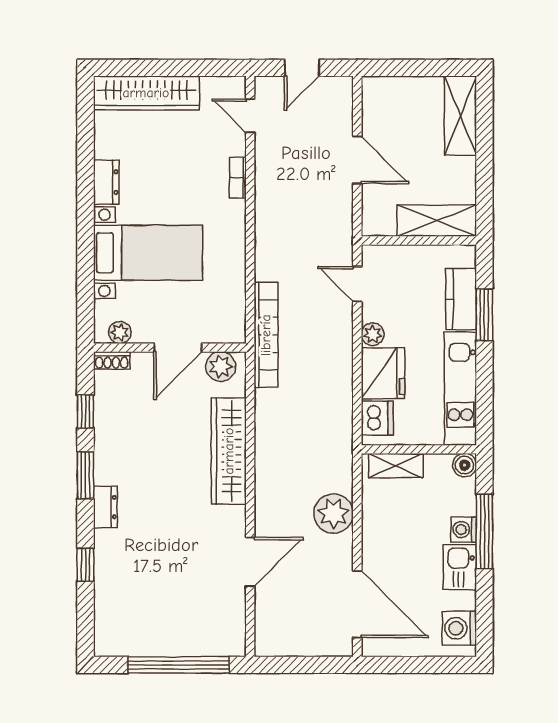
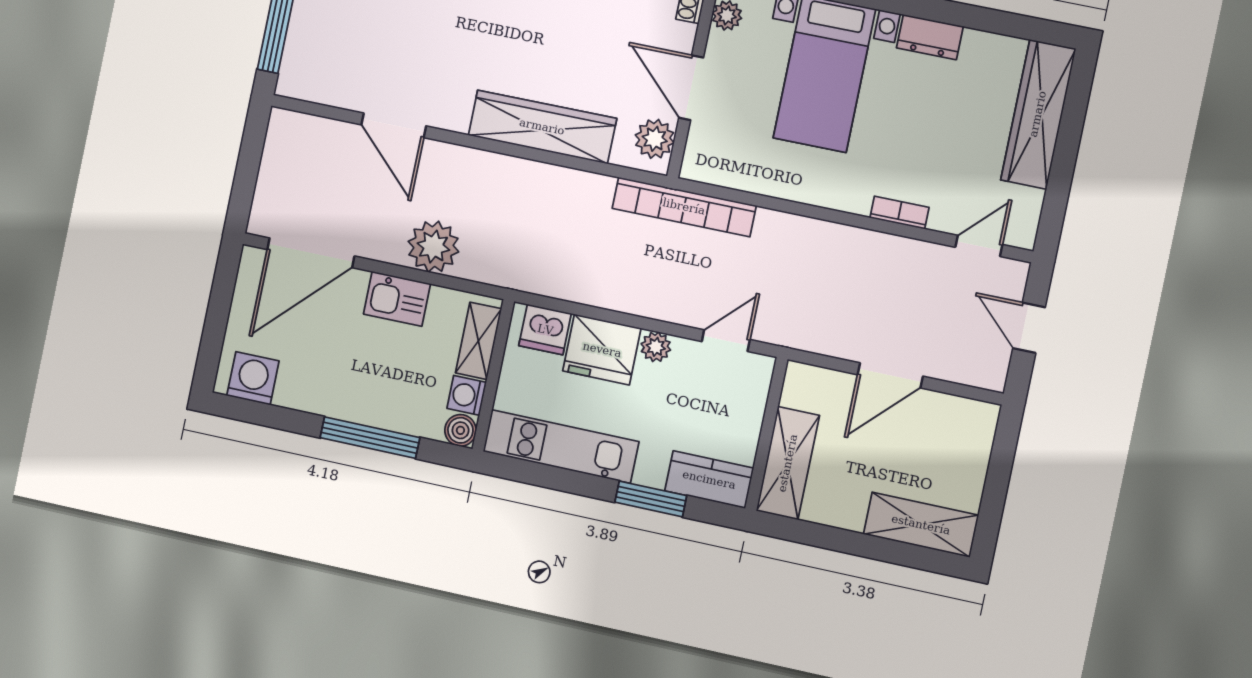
kitchen counter: (461, 299) -> (709, 480), moved
washing machine: (464, 530) -> (467, 395), moved, turned -90
kitchen sink: (460, 567) -> (397, 299), moved, turned 180

